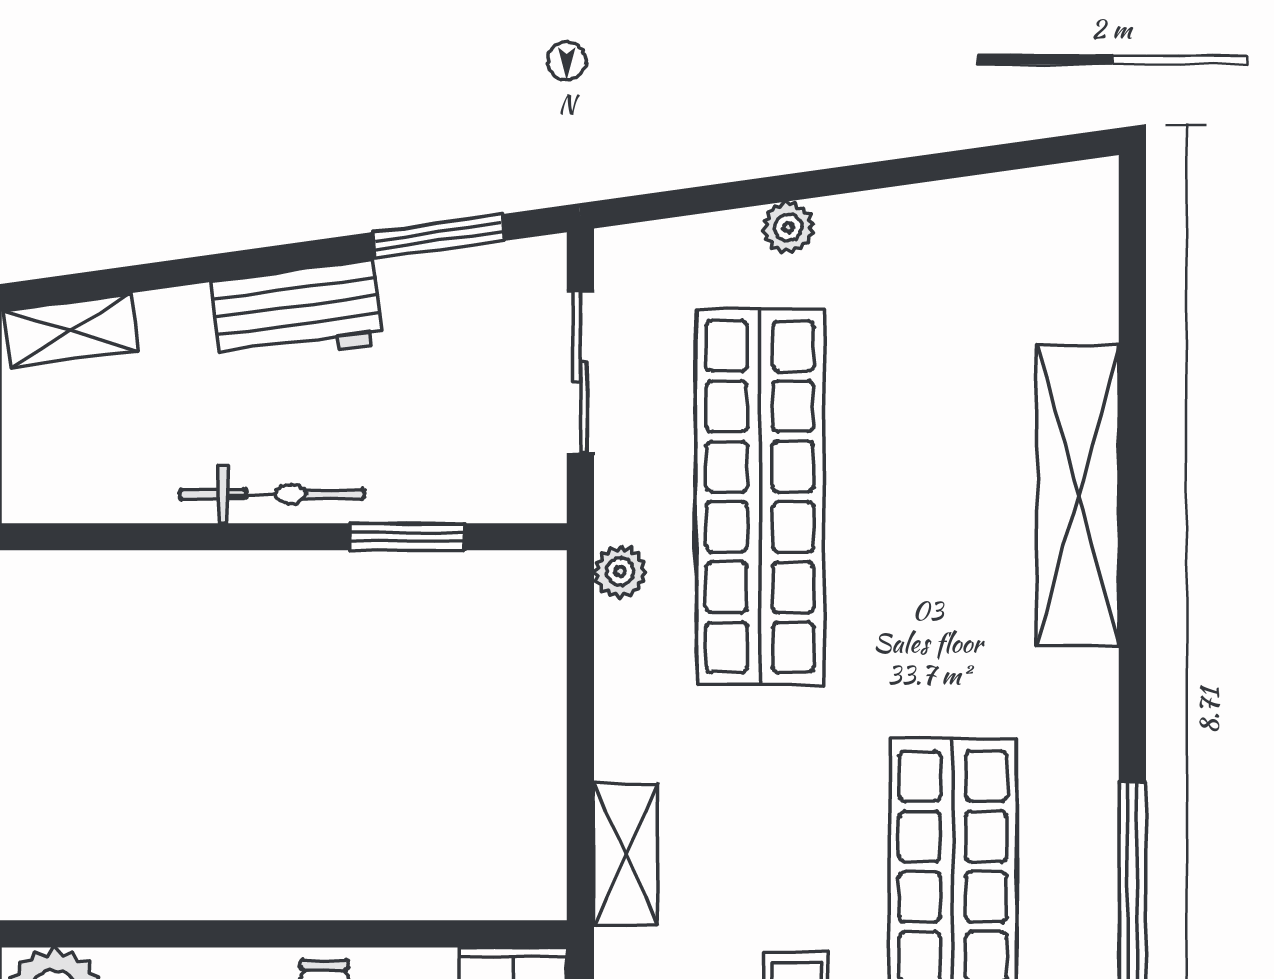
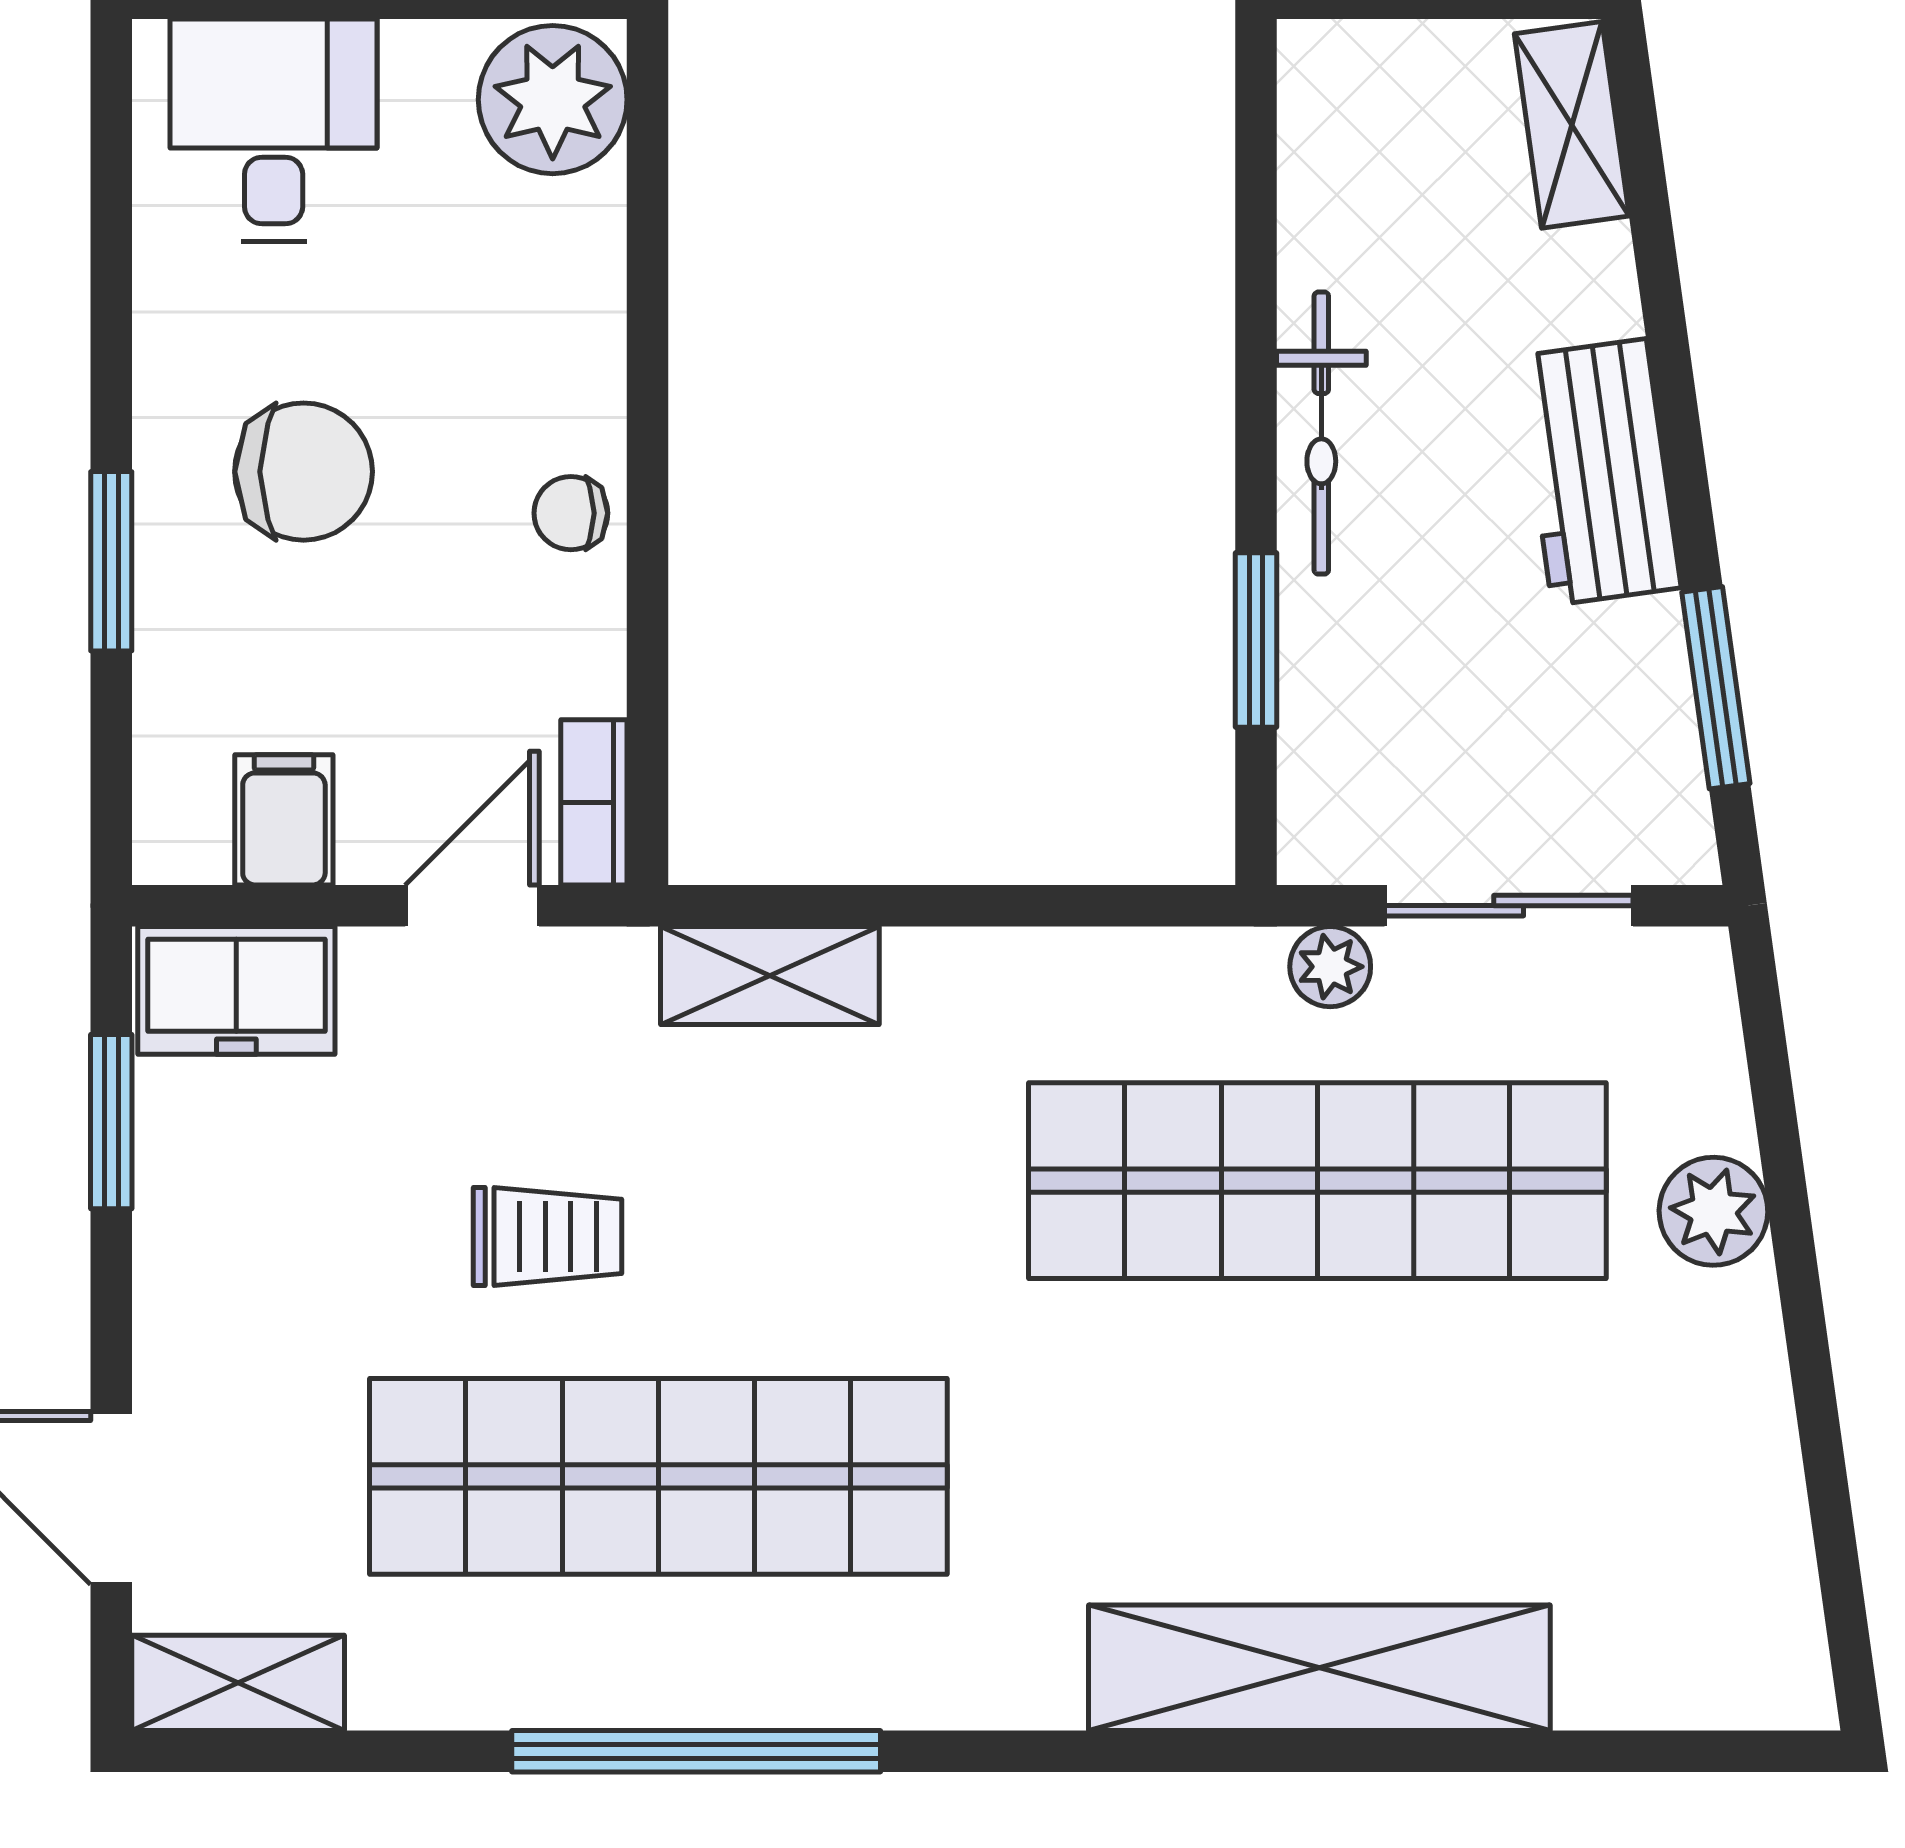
plant: (788, 227) -> (1713, 1211), width x1.38, depth x1.38
plant: (620, 572) -> (1330, 967), moved

